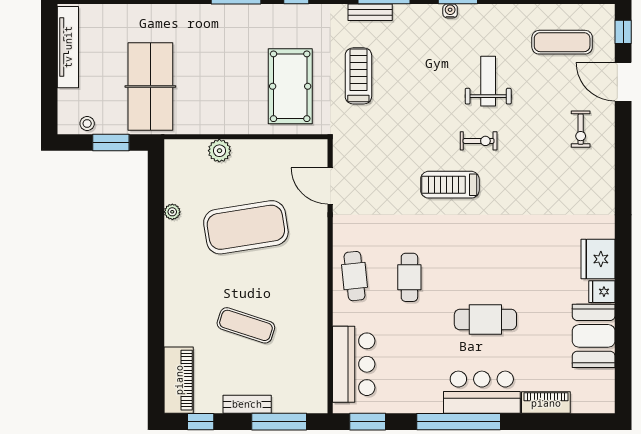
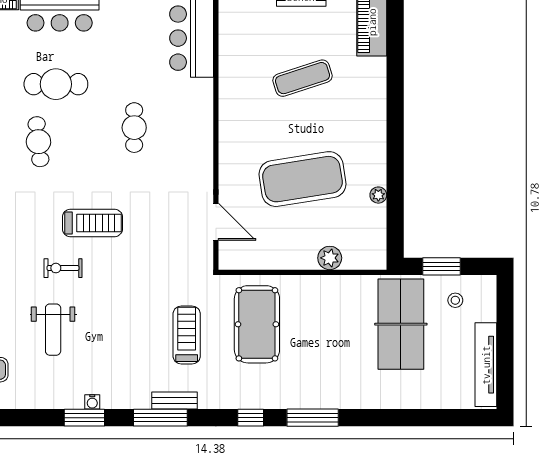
treadmill: (358, 76) -> (187, 335), turned 180
stool: (87, 123) -> (455, 300), moved
cafe table: (355, 276) -> (38, 142), moved
exercise mat: (246, 325) -> (303, 78), turned -36

